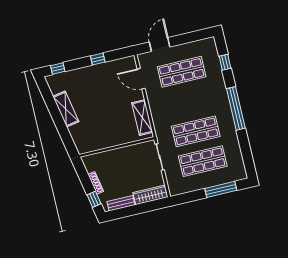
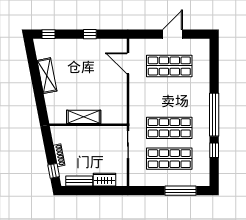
door: (160, 44) -> (172, 34), moved
window: (225, 62) -> (214, 150), moved
shelving: (142, 118) -> (84, 117), moved, turned 90
wardrobe: (150, 195) -> (105, 180), width x0.67

